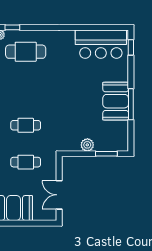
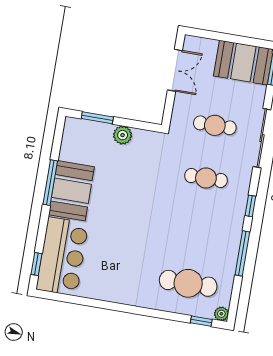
bar counter: (101, 44) -> (62, 256), moved, turned 90

